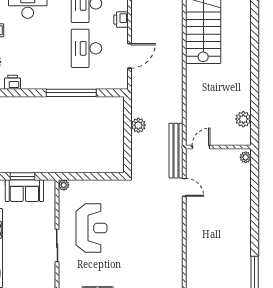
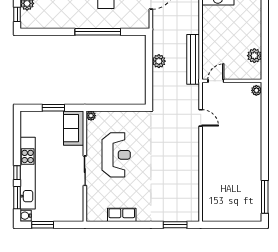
printer: (13, 82) -> (44, 22), removed
bench: (176, 151) -> (193, 59), moved
sofa: (24, 191) -> (74, 128), moved, turned 90

